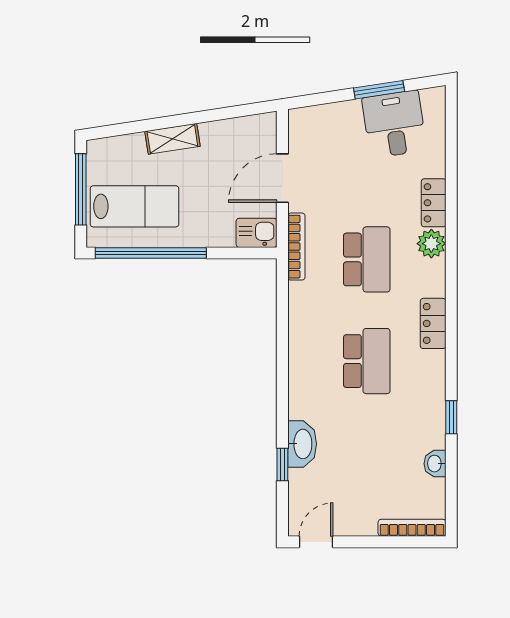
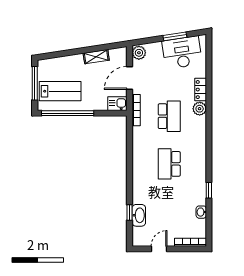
desk: (394, 124) -> (182, 53), width x1.37
plant: (302, 125) -> (139, 53), added
shelving: (172, 139) -> (96, 57), moved
locker: (433, 323) -> (200, 146), removed
school desk: (367, 361) -> (169, 164), turned 180
washbasin: (302, 444) -> (139, 215), moved
door: (316, 542) -> (159, 249), moved

